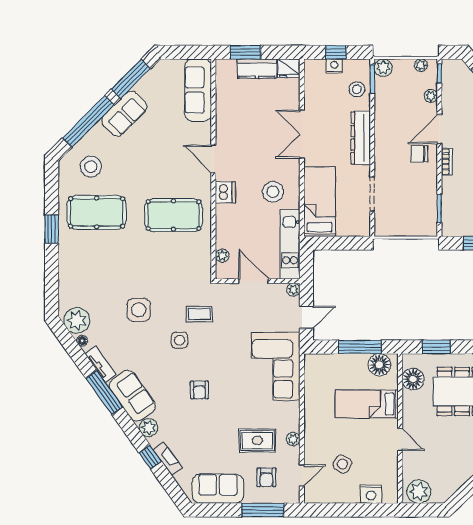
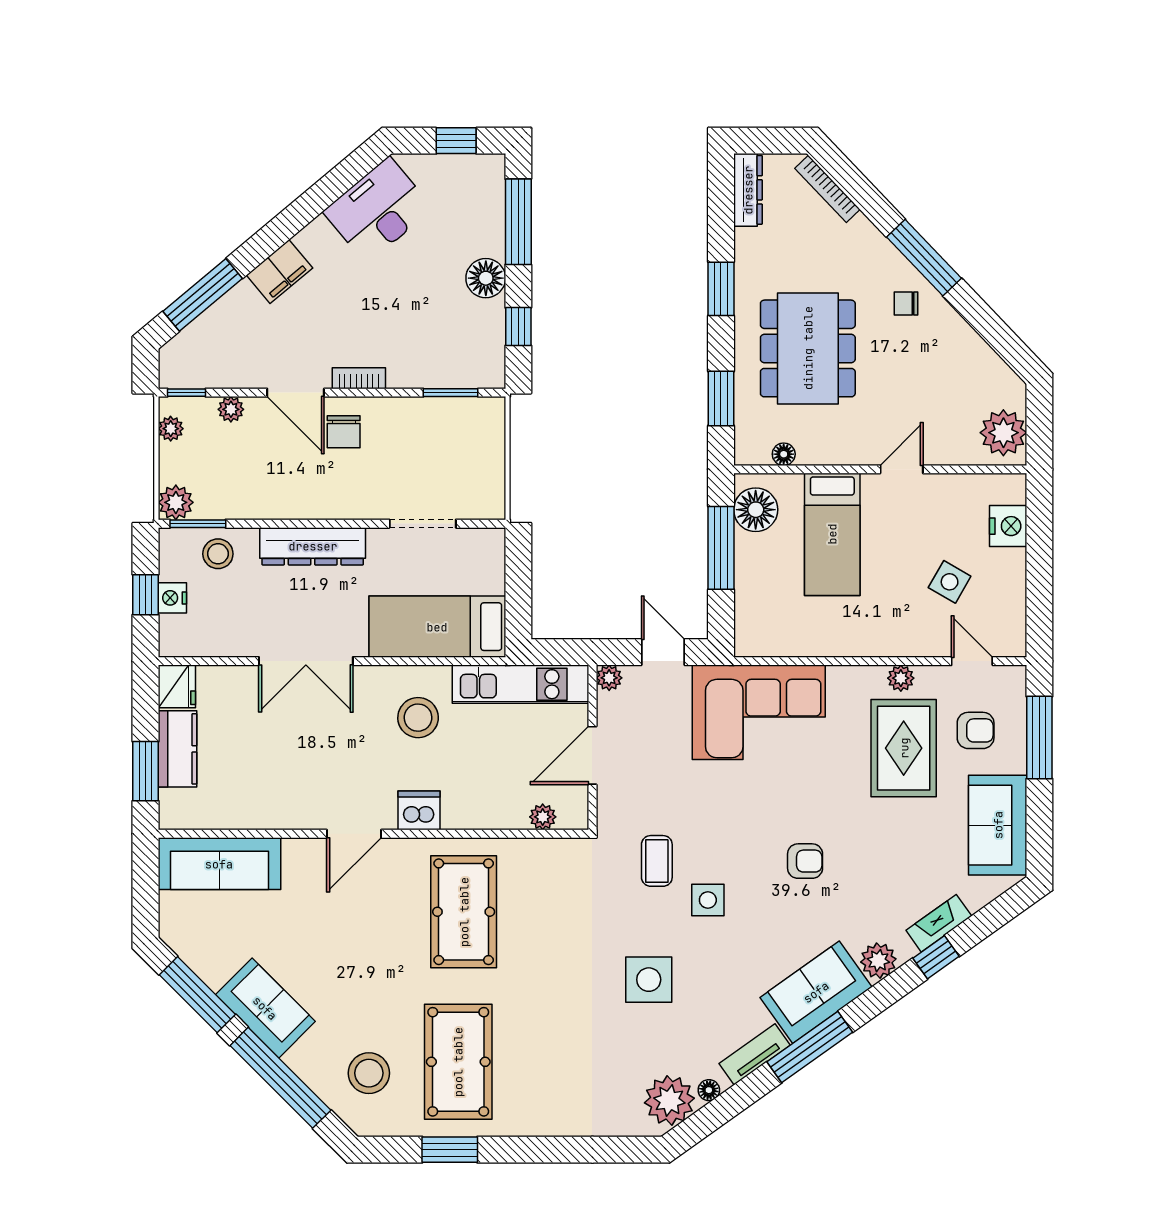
window: (52, 229) -> (450, 1150), moved
floor lamp: (413, 379) -> (784, 454), width x0.53, depth x0.53
rug: (257, 441) -> (904, 748), width x1.36, depth x1.43

